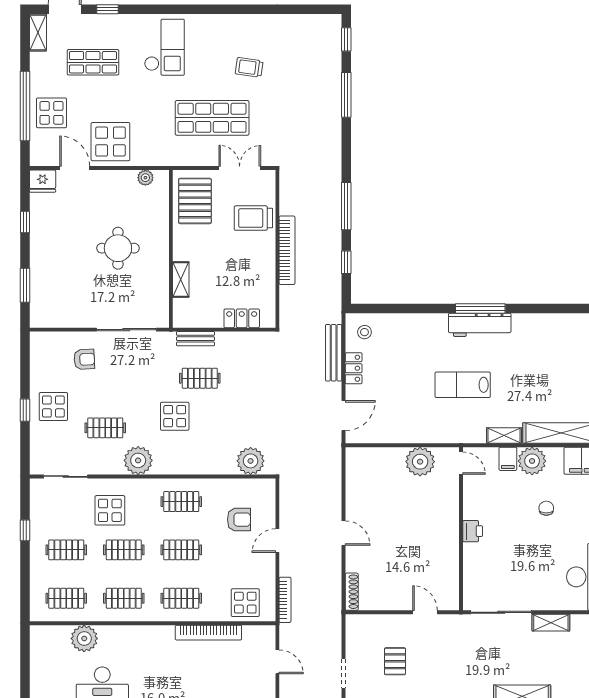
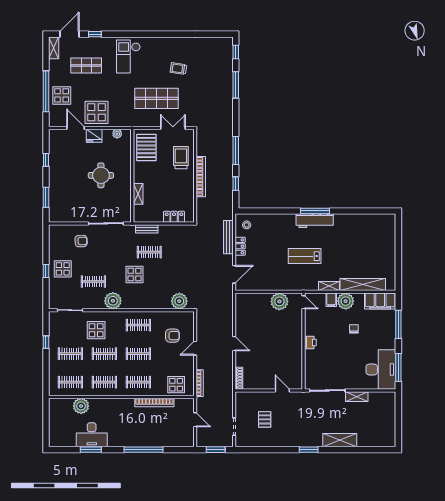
checkout: (164, 47) -> (128, 57), turned 180
fridge: (43, 181) -> (94, 136), moved
trolley: (253, 218) -> (181, 158), turned 90

